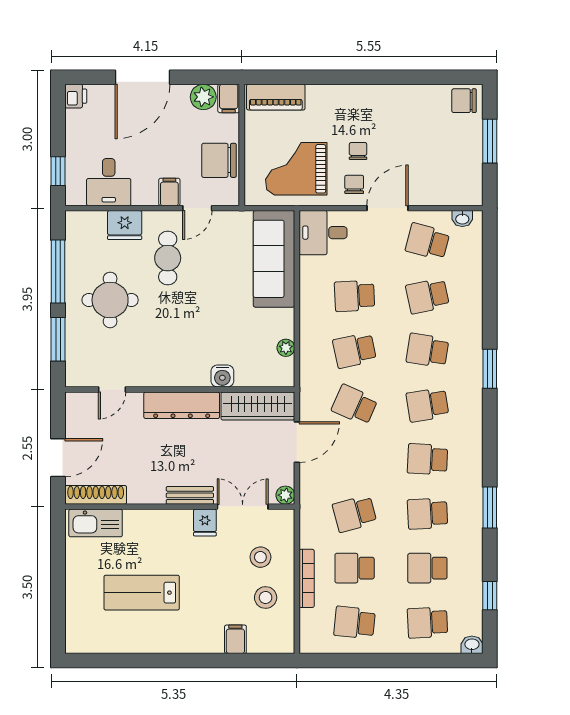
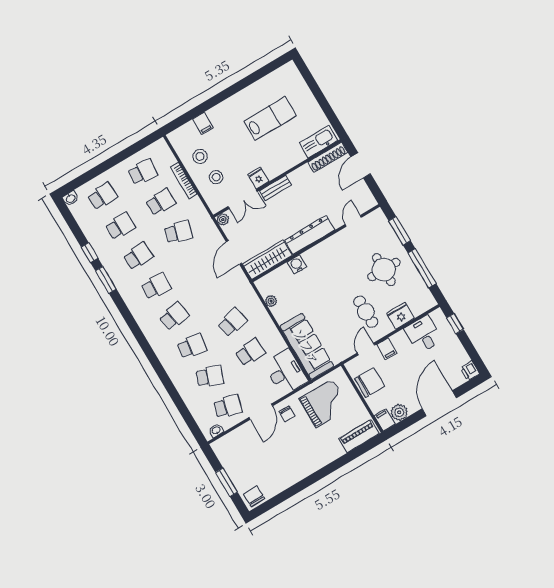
chair: (464, 101) -> (254, 496), turned -90
chair: (358, 151) -> (296, 433), removed
desk: (323, 233) -> (286, 372), width x1.37
school desk: (427, 296) -> (210, 376), turned 33
window: (490, 369) -> (152, 357), removed
school desk: (355, 405) -> (214, 292), removed
school desk: (355, 514) -> (179, 232), turned 30
window: (490, 596) -> (90, 253), moved

